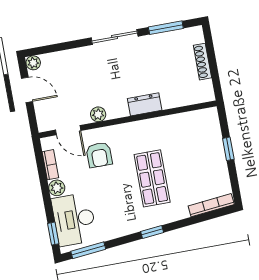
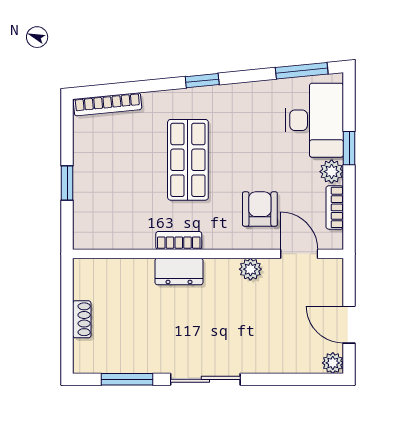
shoe rack: (202, 62) -> (82, 319), width x0.70
bookcase: (148, 125) -> (179, 240), added
window: (53, 234) -> (349, 148), moved

